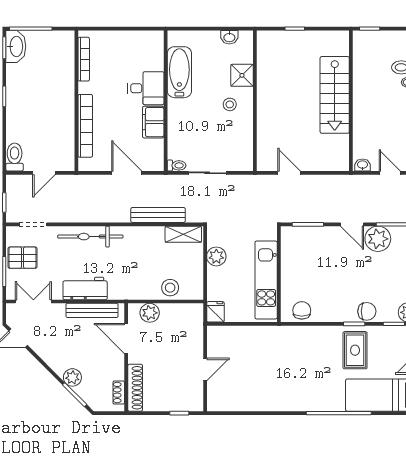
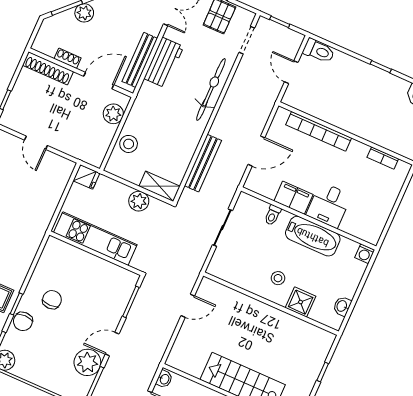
washing machine: (175, 38) -> (365, 254), added
bookcase: (84, 59) -> (383, 158), width x0.64
bathtub: (179, 72) -> (313, 236), moved
toilet: (177, 165) -> (273, 215), moved
shelving: (183, 234) -> (159, 186), moved, turned 90
chair: (302, 310) -> (52, 300), moved, turned -90
shoe rack: (119, 393) -> (68, 58), moved

